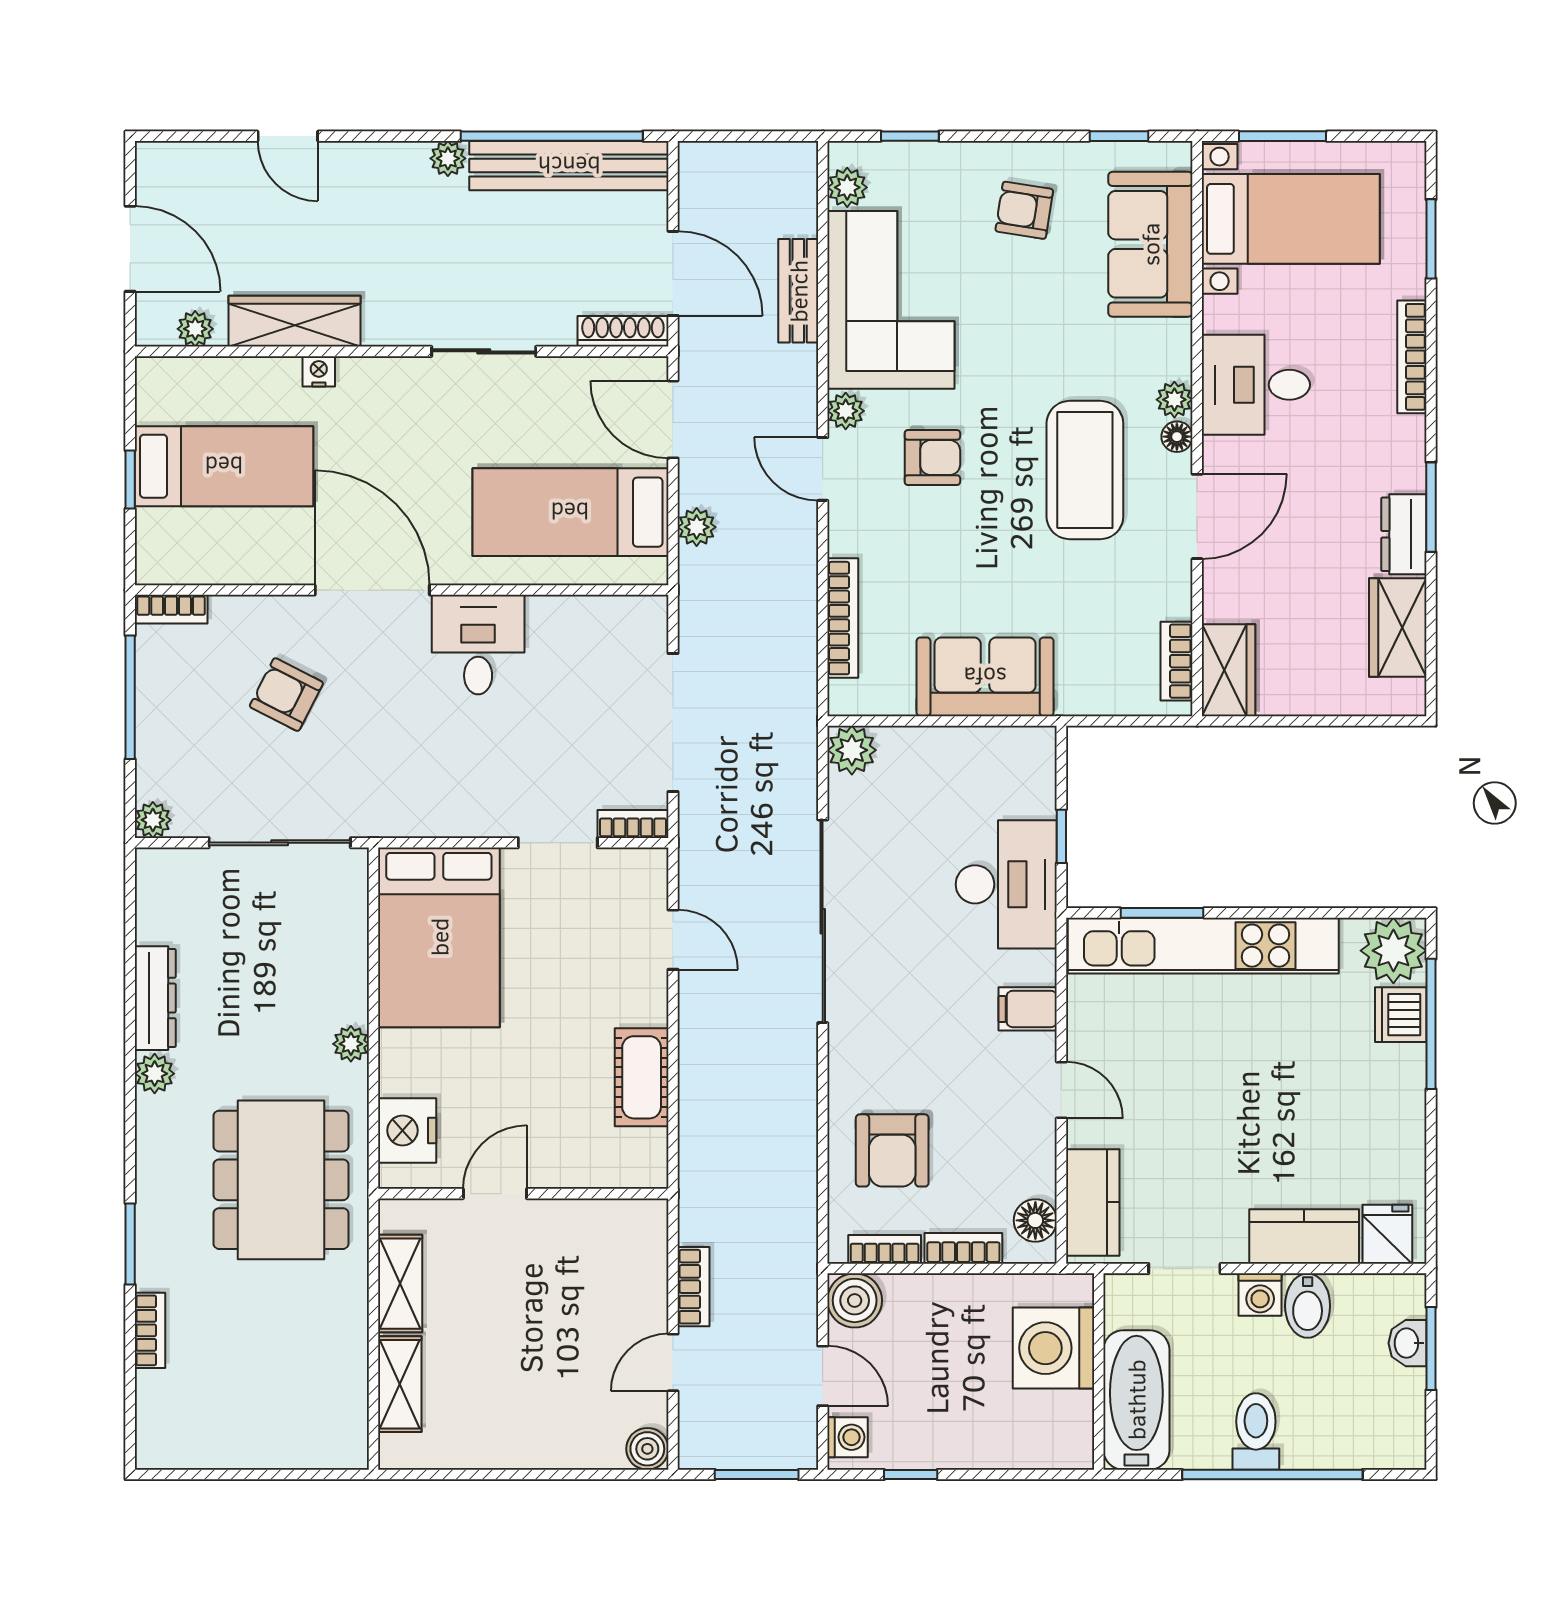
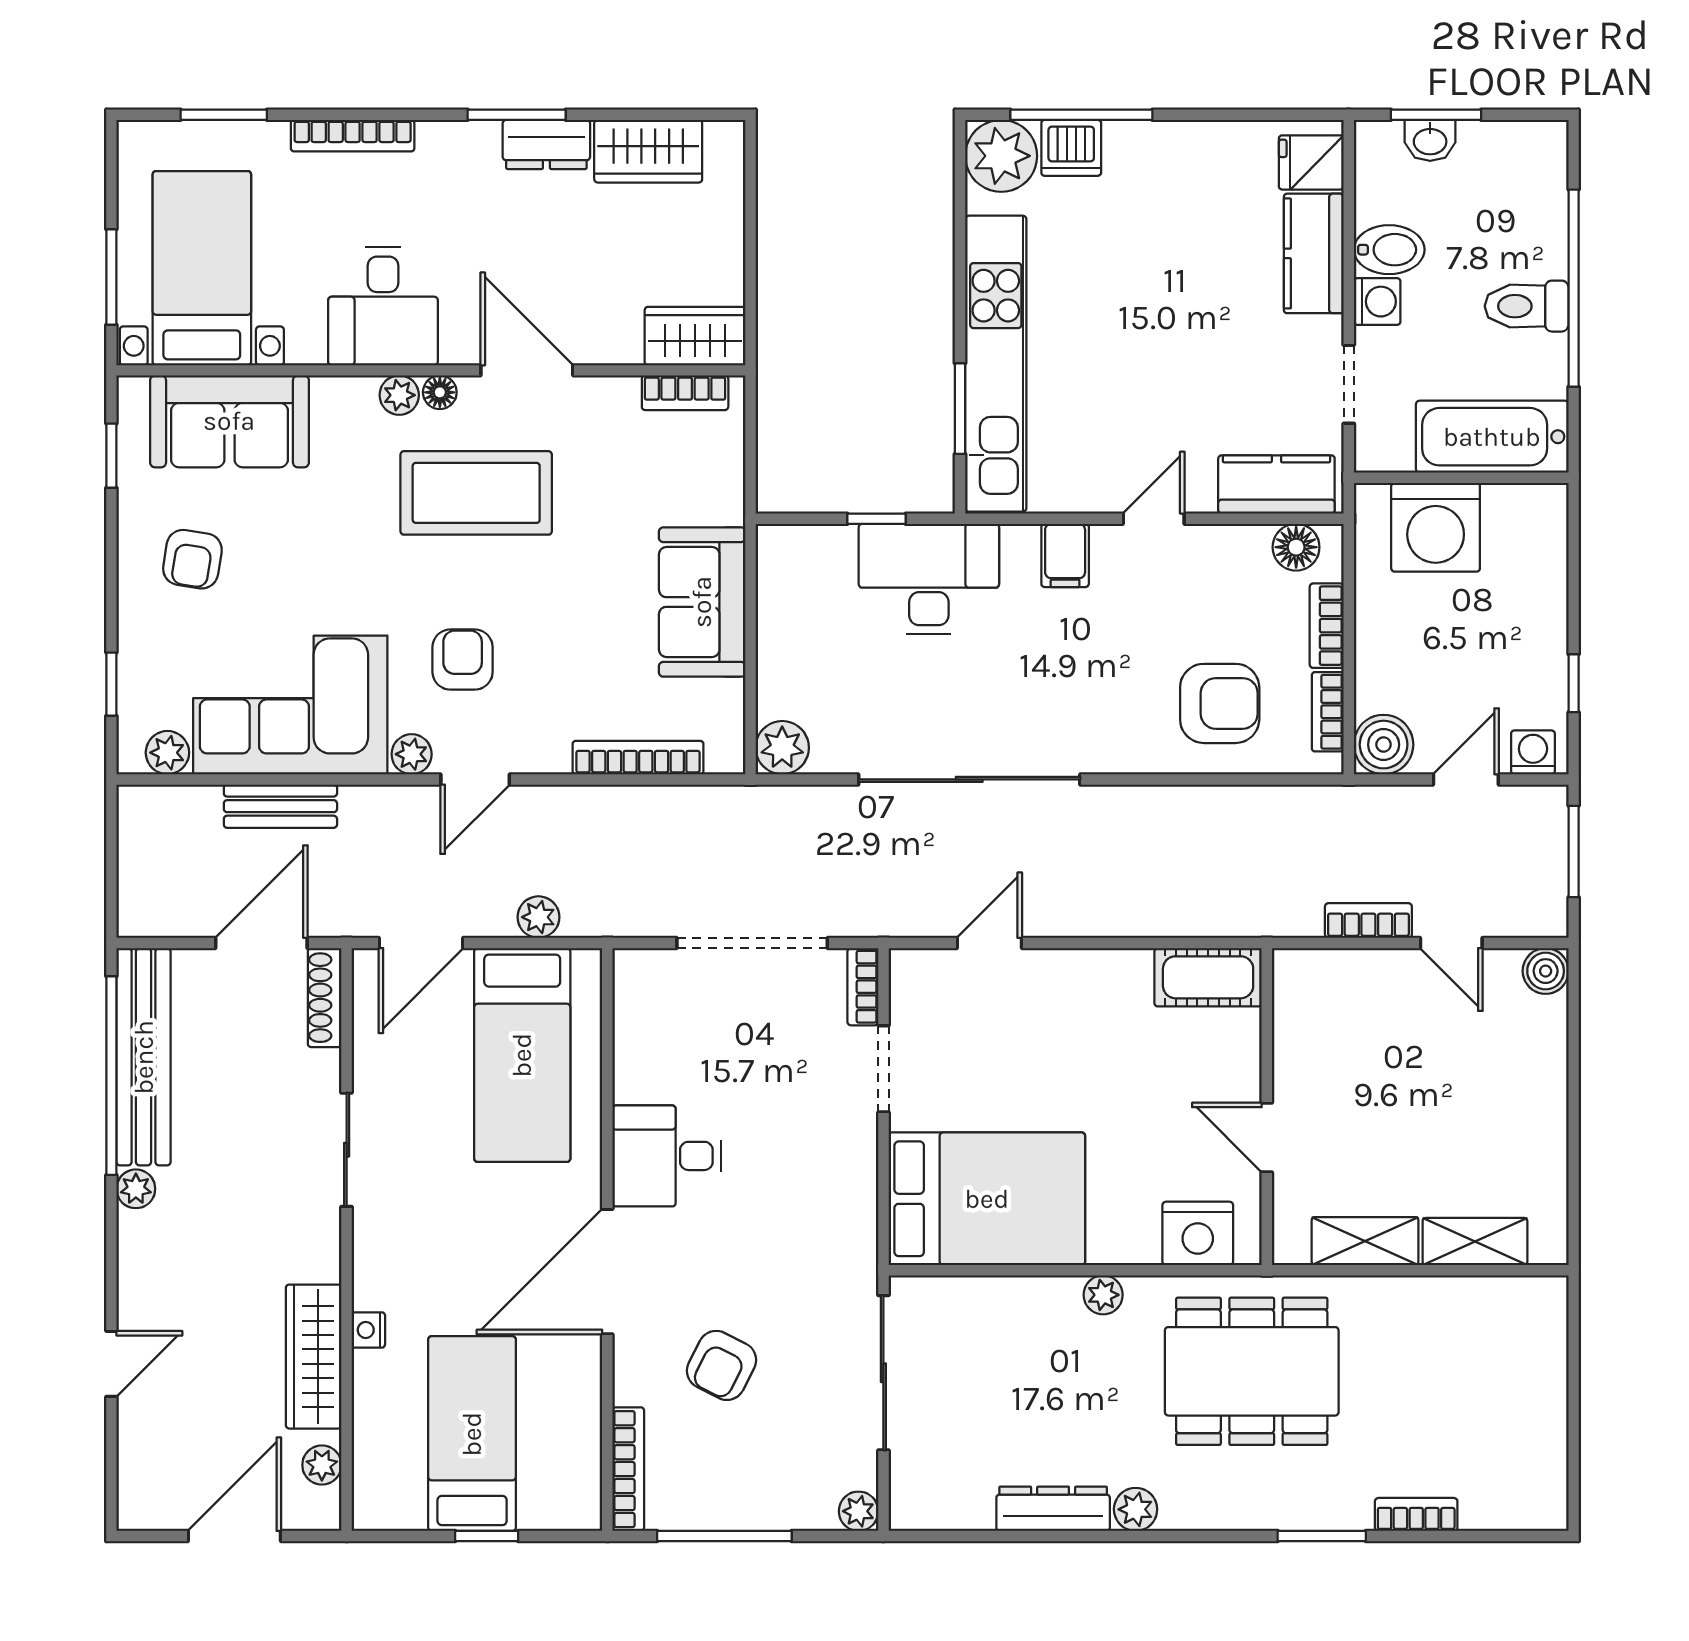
bookcase: (171, 609) -> (628, 1469), width x1.56
cot: (642, 1077) -> (1208, 977), moved

